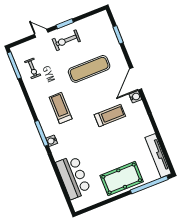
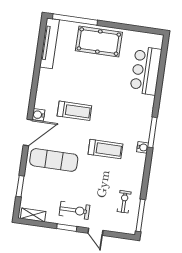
shelving: (96, 19) -> (33, 215), added
exercise mat: (89, 69) -> (54, 160), moved
treadmill: (61, 108) -> (105, 149), moved, turned -90
treadmill: (110, 115) -> (74, 111), turned 180
water cooler: (52, 141) -> (143, 147), moved

